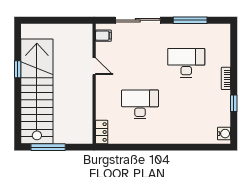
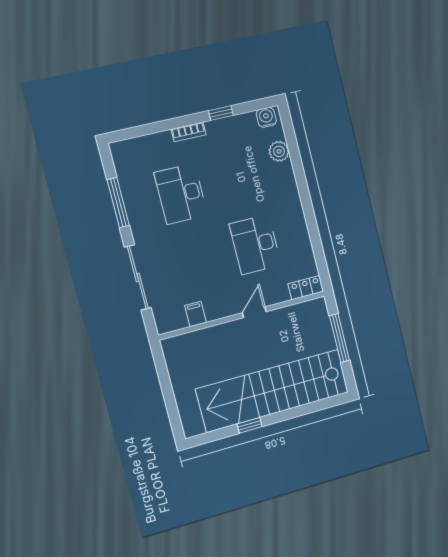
filing cabinet: (103, 36) -> (196, 314), moved
door: (94, 66) -> (254, 312), moved
plant: (199, 137) -> (279, 151), added
window: (48, 147) -> (339, 338), moved

